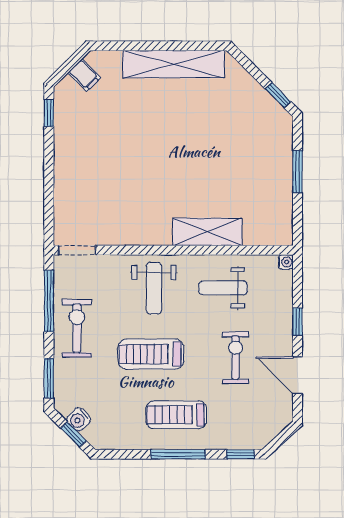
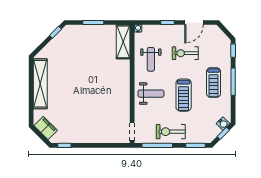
filing cabinet: (84, 75) -> (46, 128), width x2.00
shelving: (207, 232) -> (123, 42), moved
water cooler: (79, 419) -> (223, 124), moved

